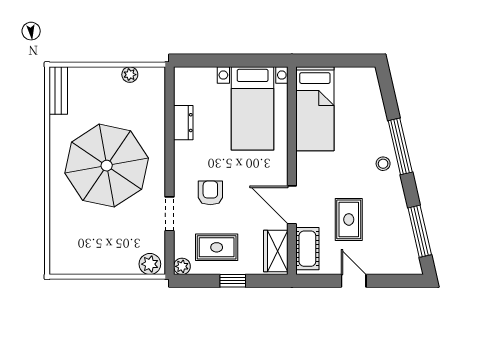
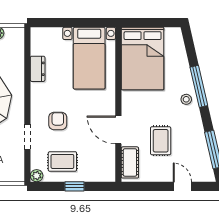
bed: (315, 109) -> (143, 59), width x1.50
wardrobe: (276, 251) -> (106, 164), removed
plant: (150, 264) -> (13, 174), removed
door: (354, 281) -> (182, 186), moved

